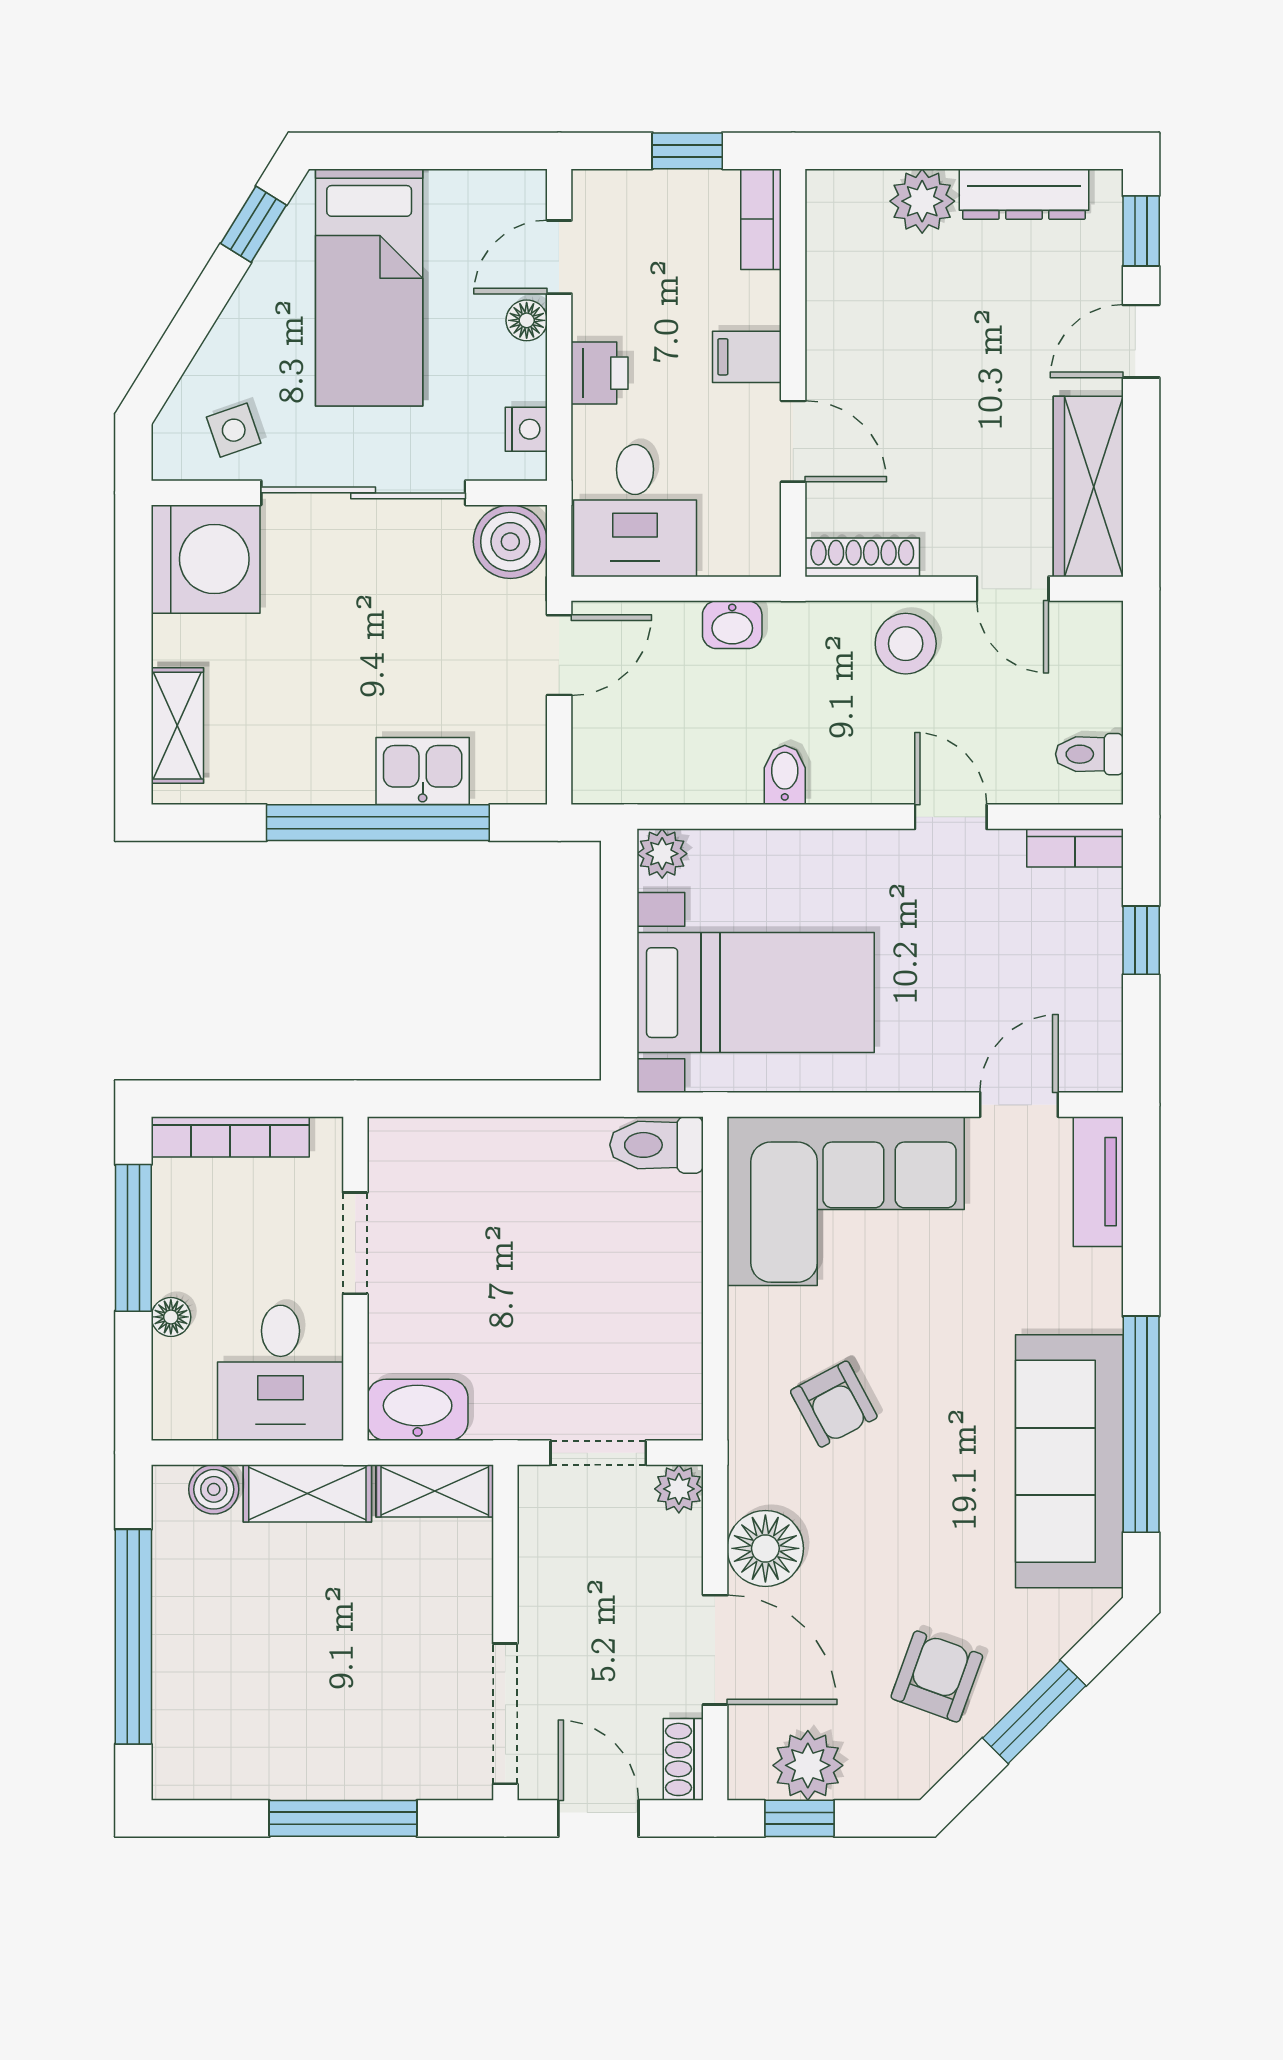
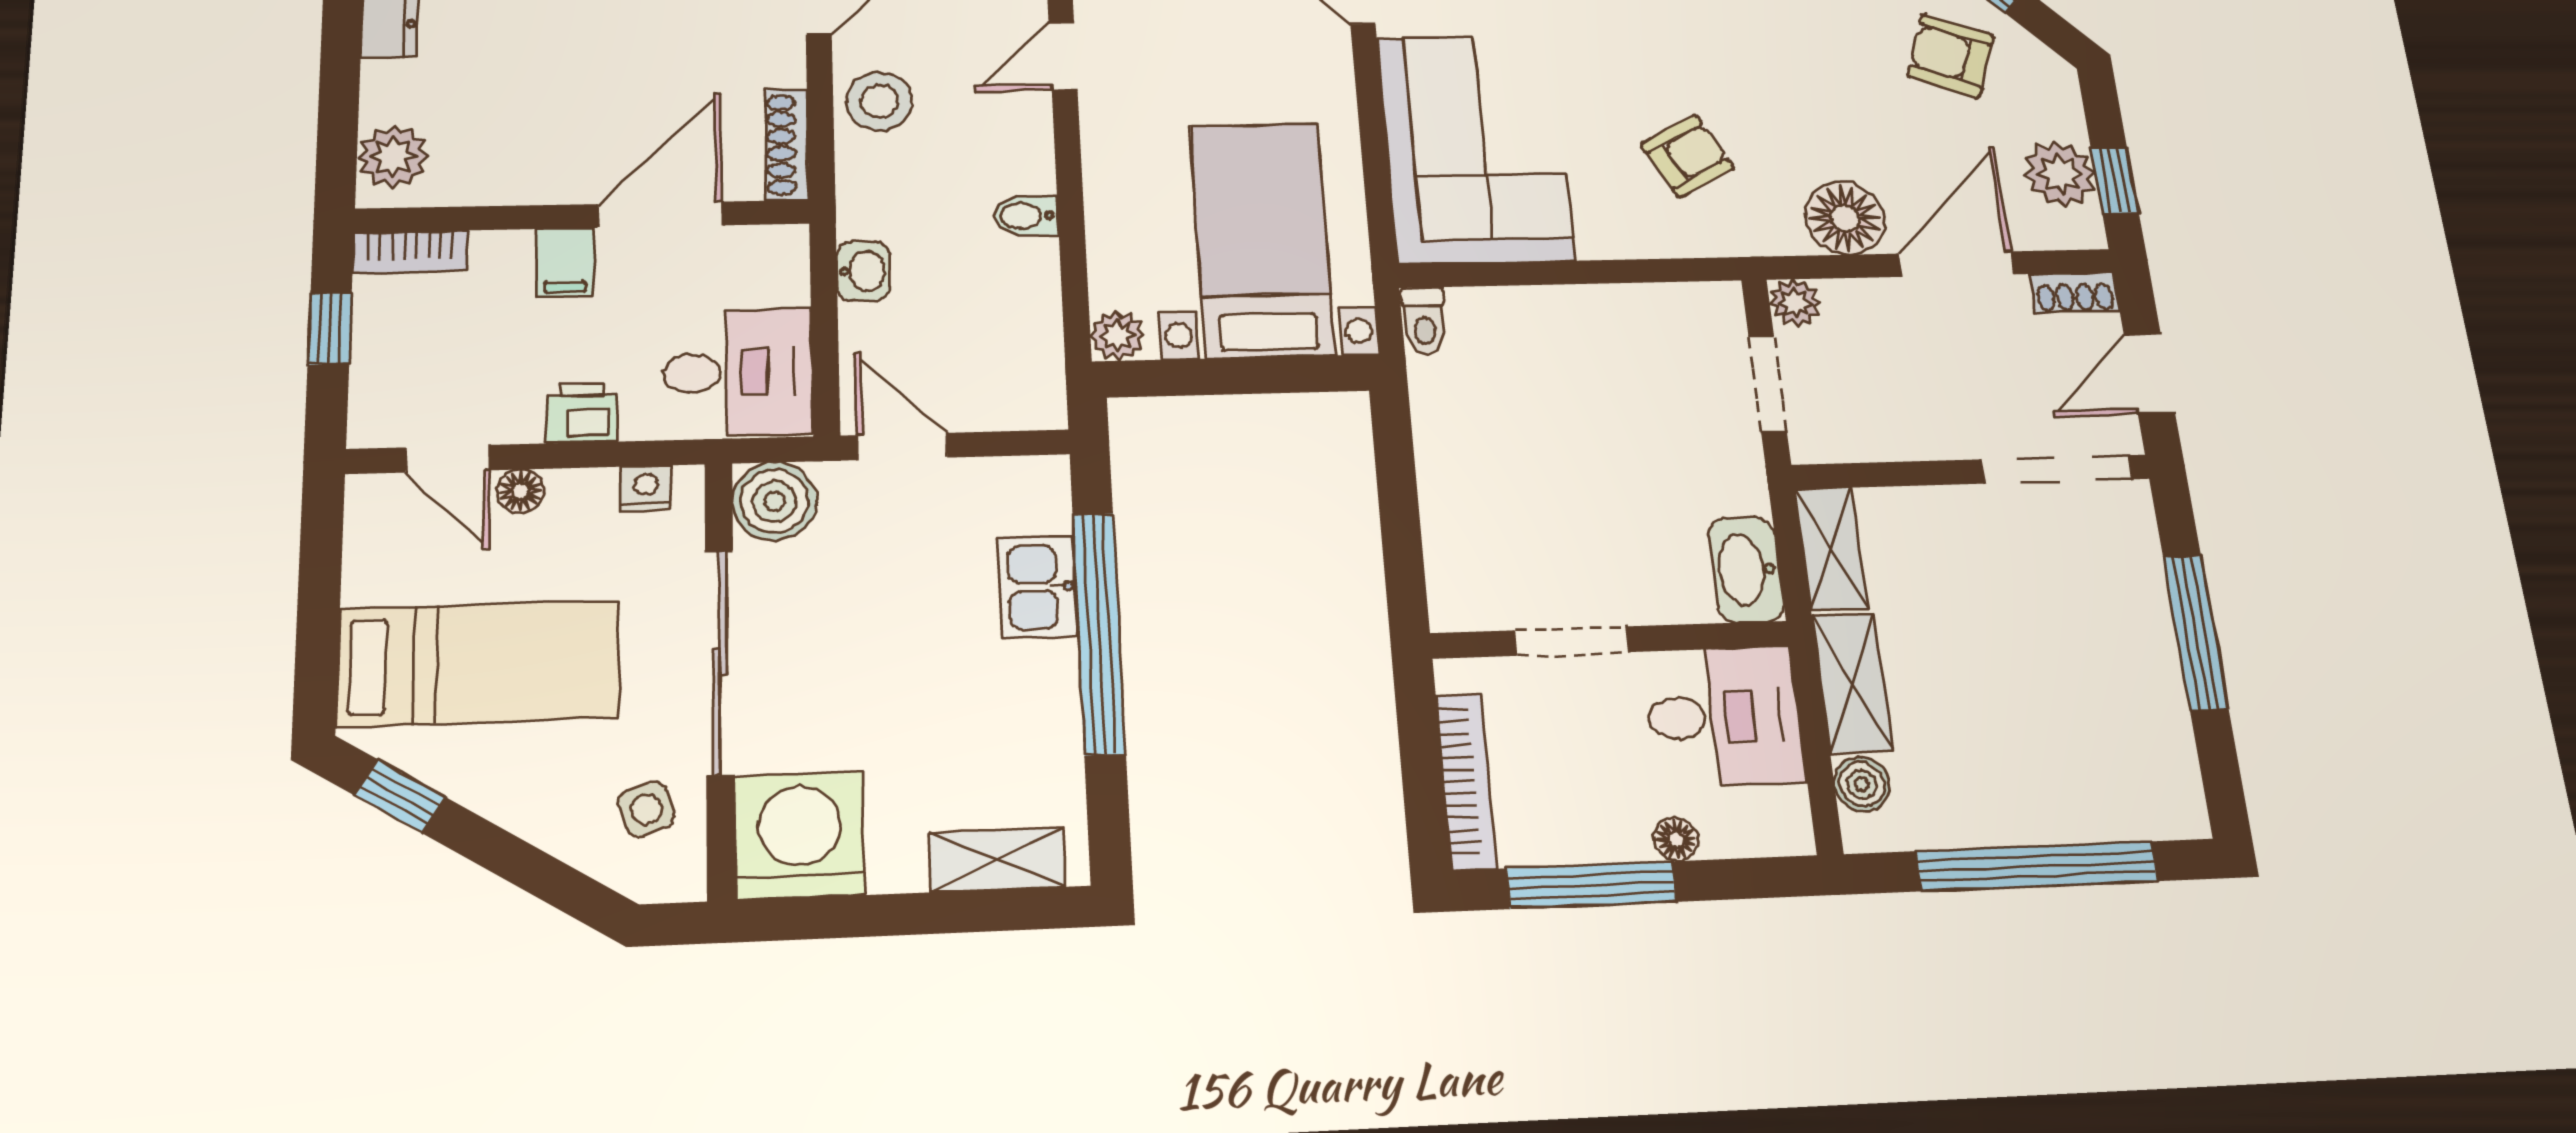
plant: (922, 201) -> (393, 157), moved
door: (793, 441) -> (660, 215), width x1.38
toilet: (657, 1145) -> (1424, 321), width x0.73, depth x0.72

